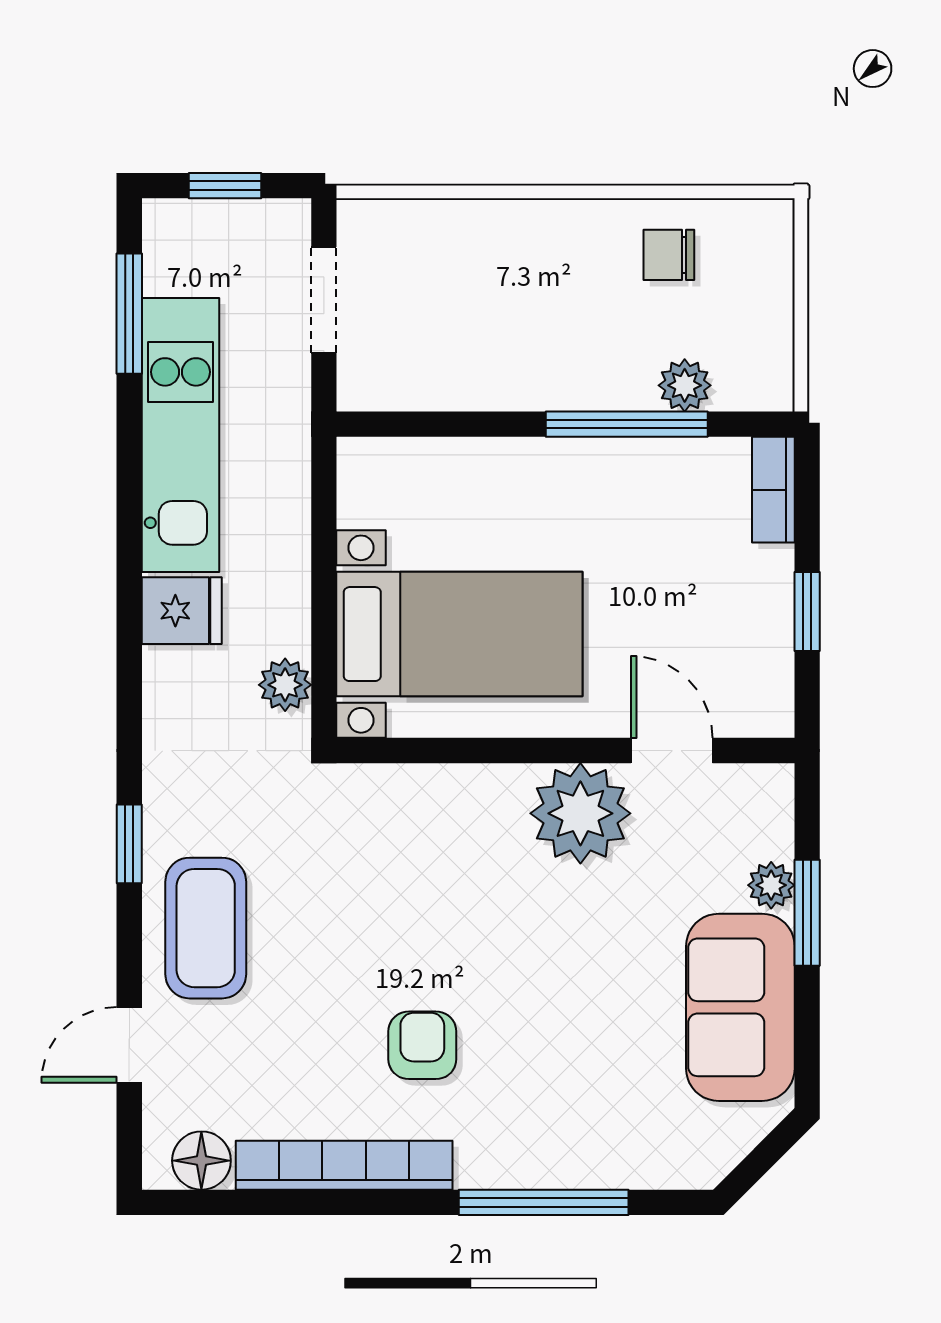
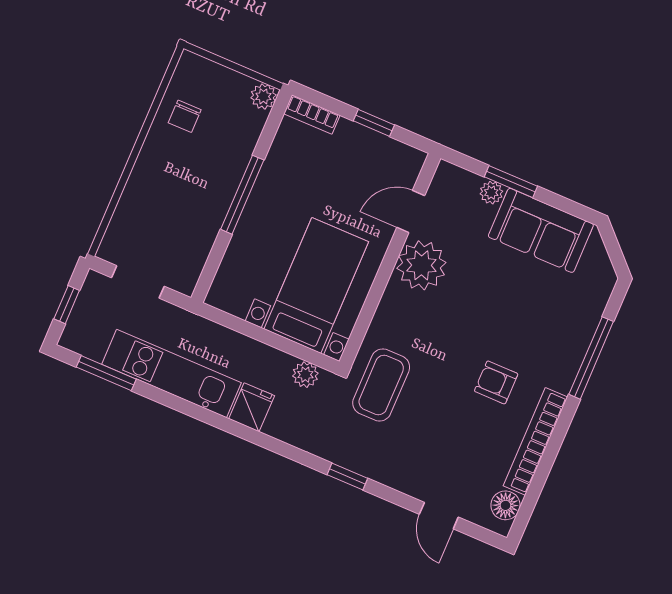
plant: (685, 385) -> (263, 96), moved
window: (627, 424) -> (242, 195), moved
coffee table: (206, 928) -> (381, 385), moved, turned 90

